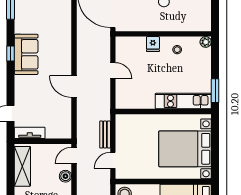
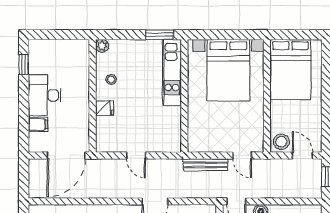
door: (113, 71) -> (136, 156), swing flipped
bench: (105, 134) -> (206, 165), width x1.36

